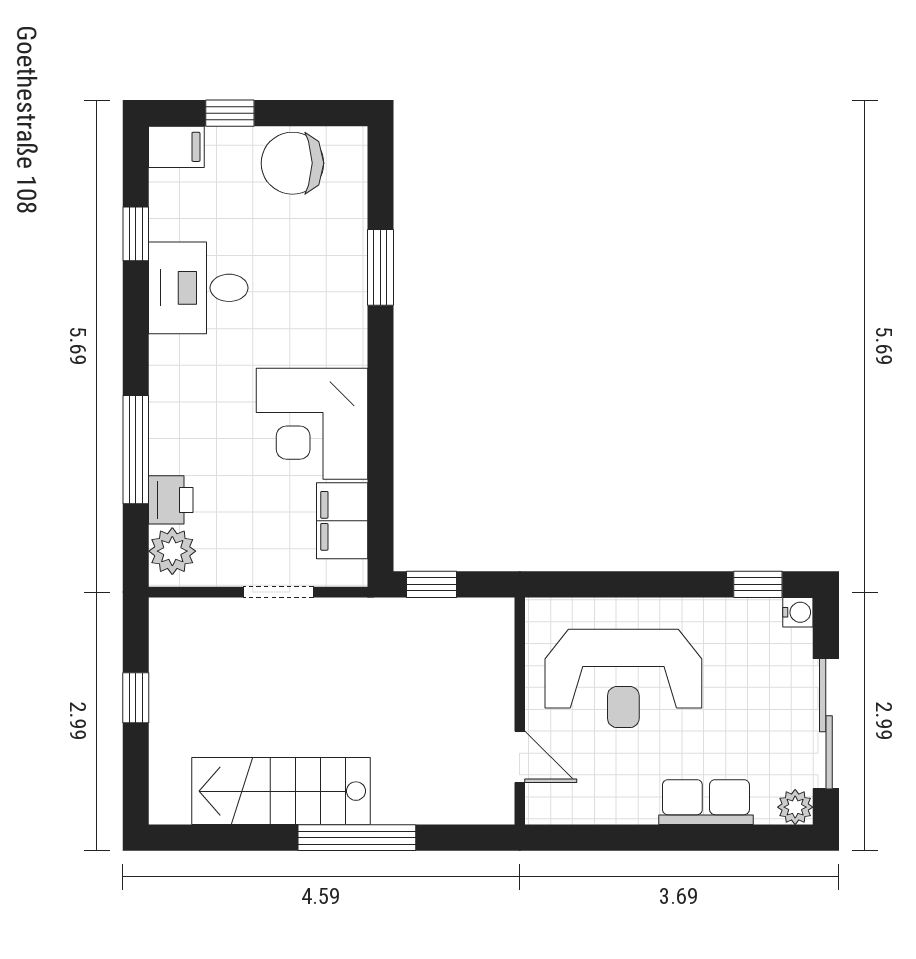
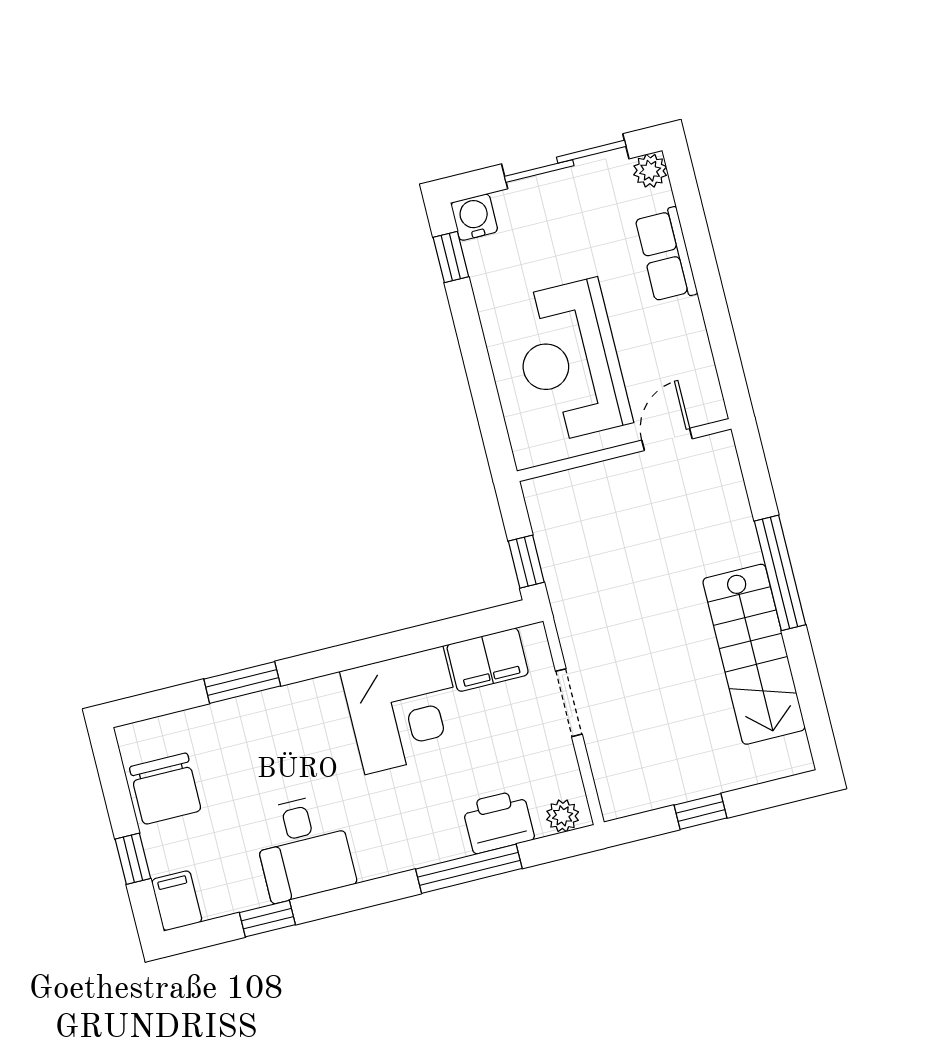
printer: (171, 500) -> (498, 822), width x1.36, depth x1.24
plant: (172, 551) -> (563, 816), width x0.73, depth x0.73
water cooler: (798, 612) -> (474, 217), width x1.38, depth x1.38
reception desk: (623, 678) -> (570, 361), turned 180

